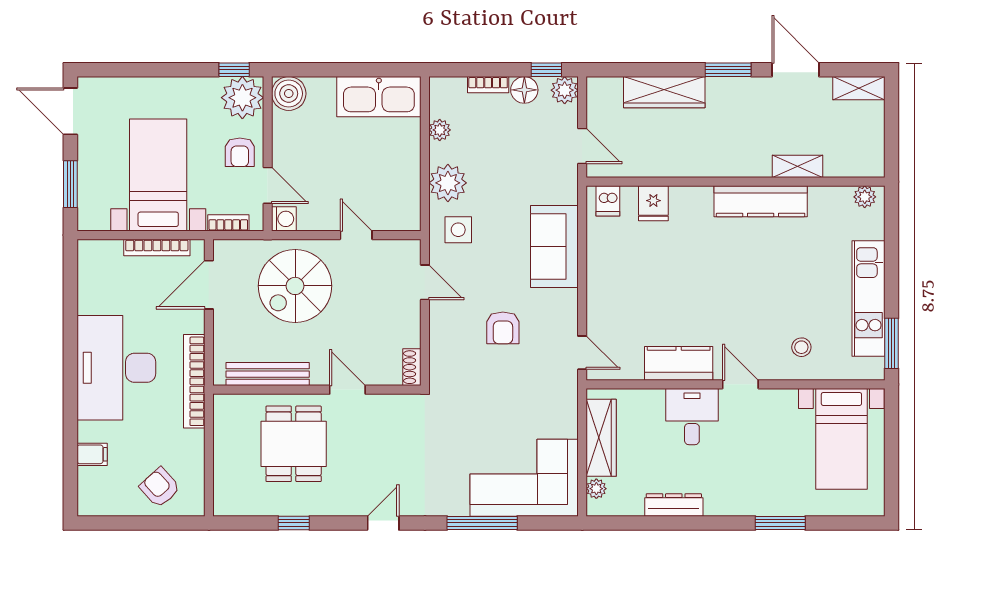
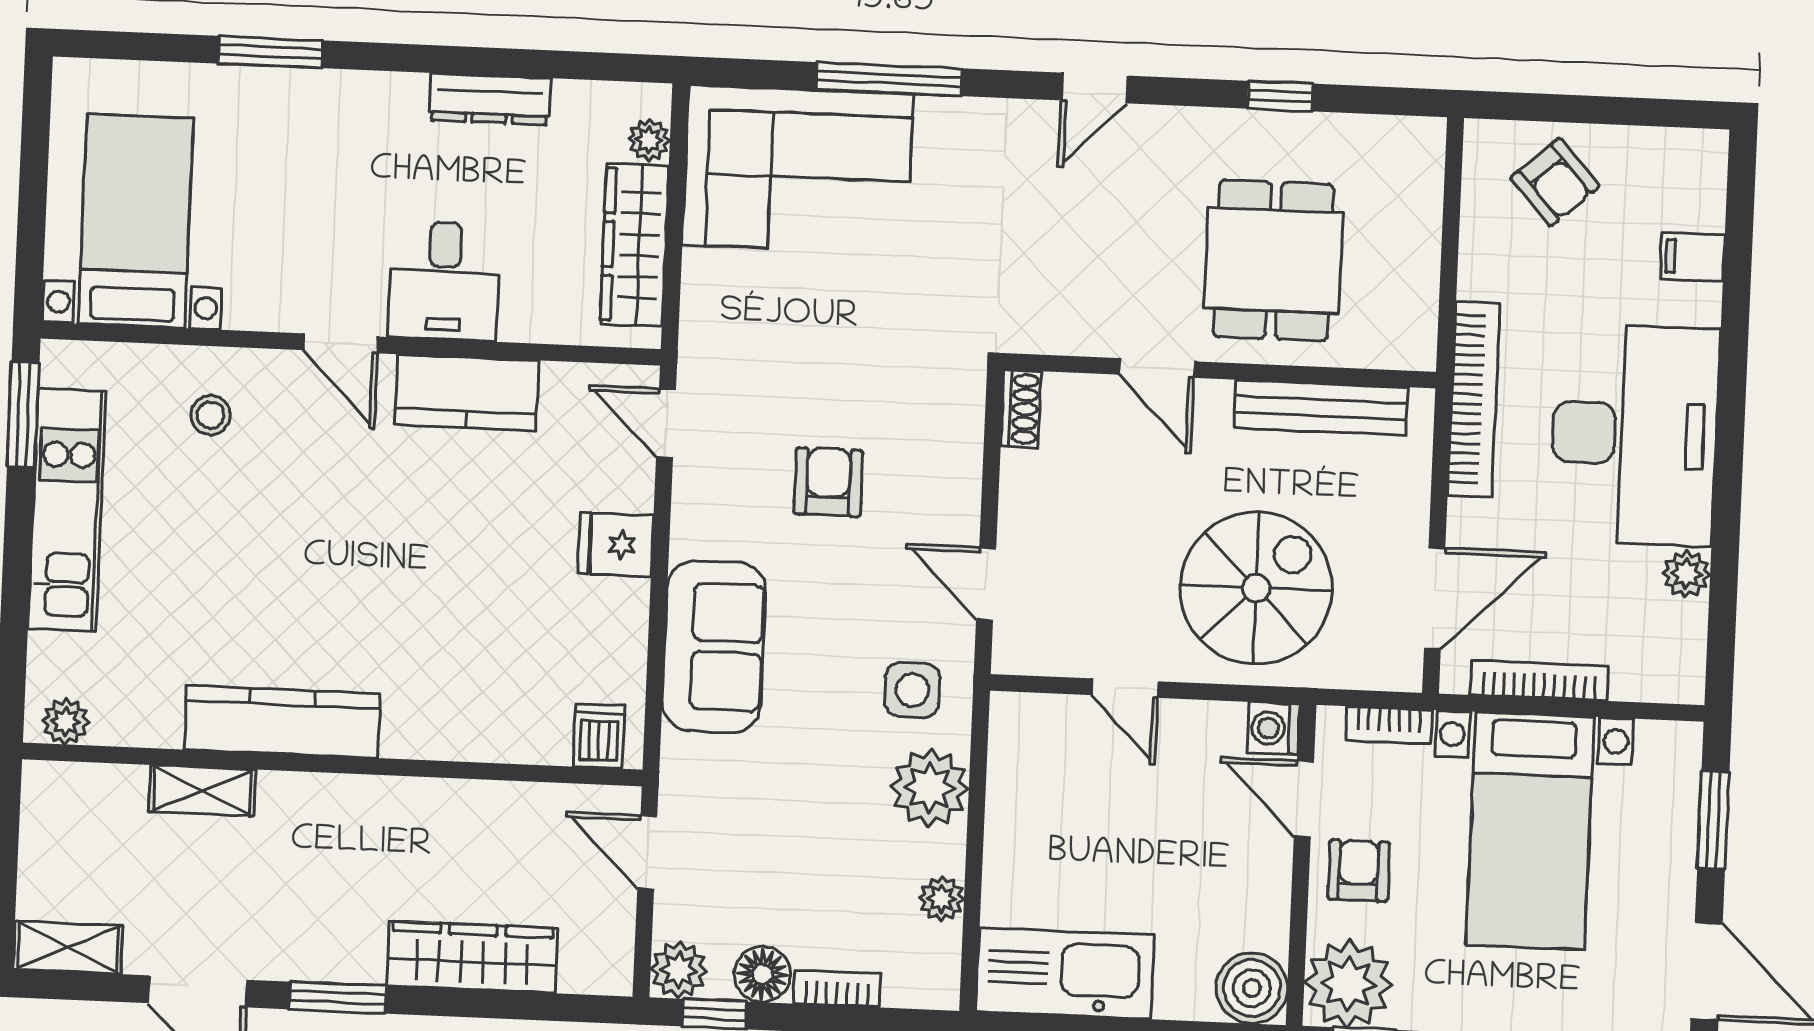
fridge: (653, 203) -> (616, 545), moved, turned -90
plant: (88, 302) -> (1686, 574), added

